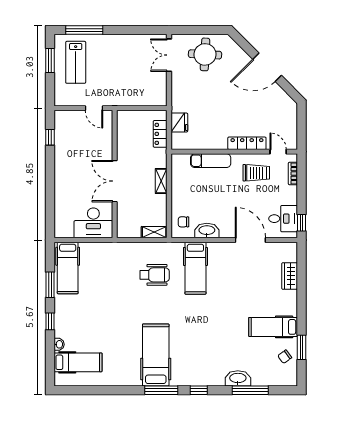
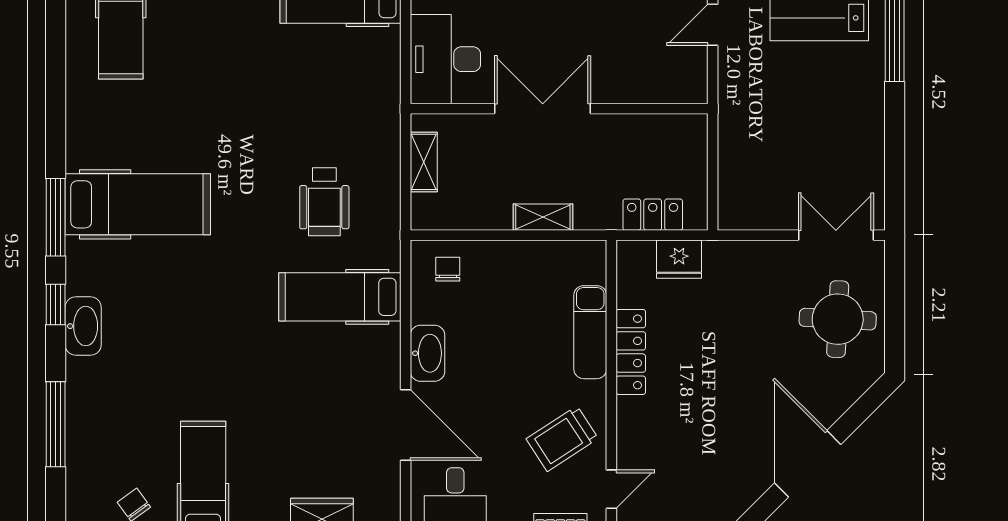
door: (94, 108) -> (713, 25), moved
locker: (247, 143) -> (631, 352), moved
trolley: (256, 173) -> (562, 439), turned 57
washbasin: (207, 231) -> (427, 353), moved
shelving: (154, 232) -> (424, 162), moved
door: (250, 240) -> (406, 425), hinge flipped
washbasin: (238, 378) -> (83, 326), moved

